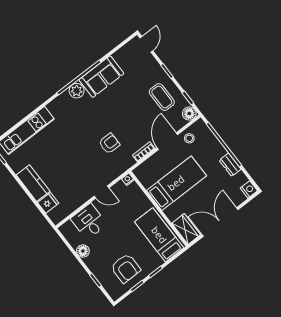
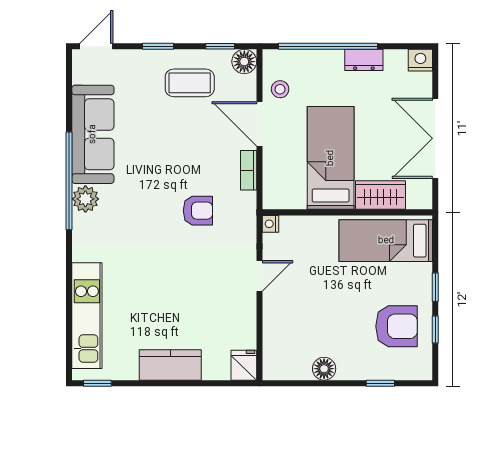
door: (146, 44) -> (96, 46), hinge flipped
sofa: (101, 77) -> (93, 134), width x1.36
armchair: (109, 143) -> (198, 211), turned 90
fridge: (48, 203) -> (244, 365), moved
desk: (89, 222) -> (288, 327), removed
wardrobe: (186, 229) -> (381, 195), moved

